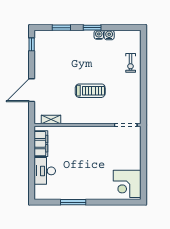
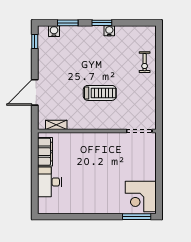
water cooler: (109, 35) -> (54, 31), moved
window: (73, 202) -> (137, 217), moved

